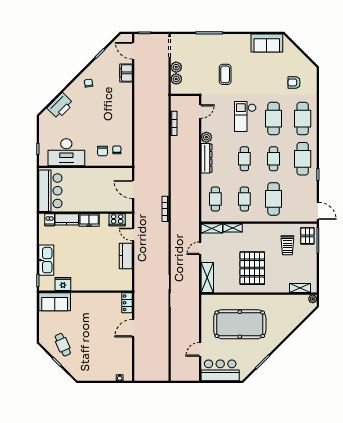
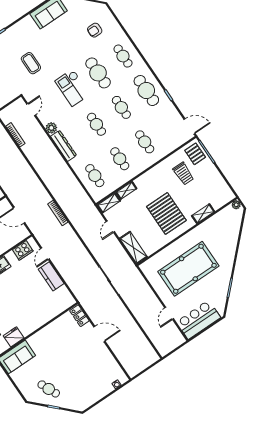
cafe table: (303, 119) -> (123, 56), width x0.73, depth x0.74
cafe table: (274, 199) -> (145, 142), width x0.73, depth x0.74
door: (133, 234) -> (45, 254), hinge flipped
shelving: (300, 288) -> (203, 214), moved
door: (133, 328) -> (99, 334), swing flipped

